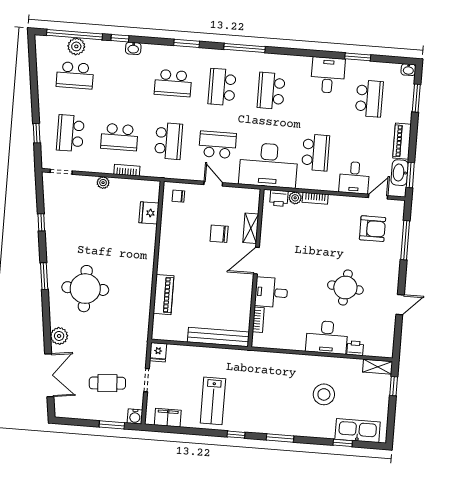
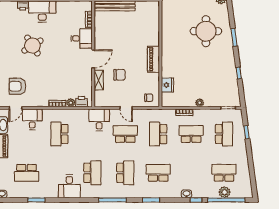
desk: (328, 75) -> (69, 186), moved
school desk: (369, 99) -> (27, 173), turned -90
school desk: (218, 145) -> (125, 134), turned 180
desk: (268, 165) -> (99, 120), width x0.53, depth x0.77
round table: (345, 288) -> (32, 46), turned -38
piano: (164, 295) -> (153, 59), moved

